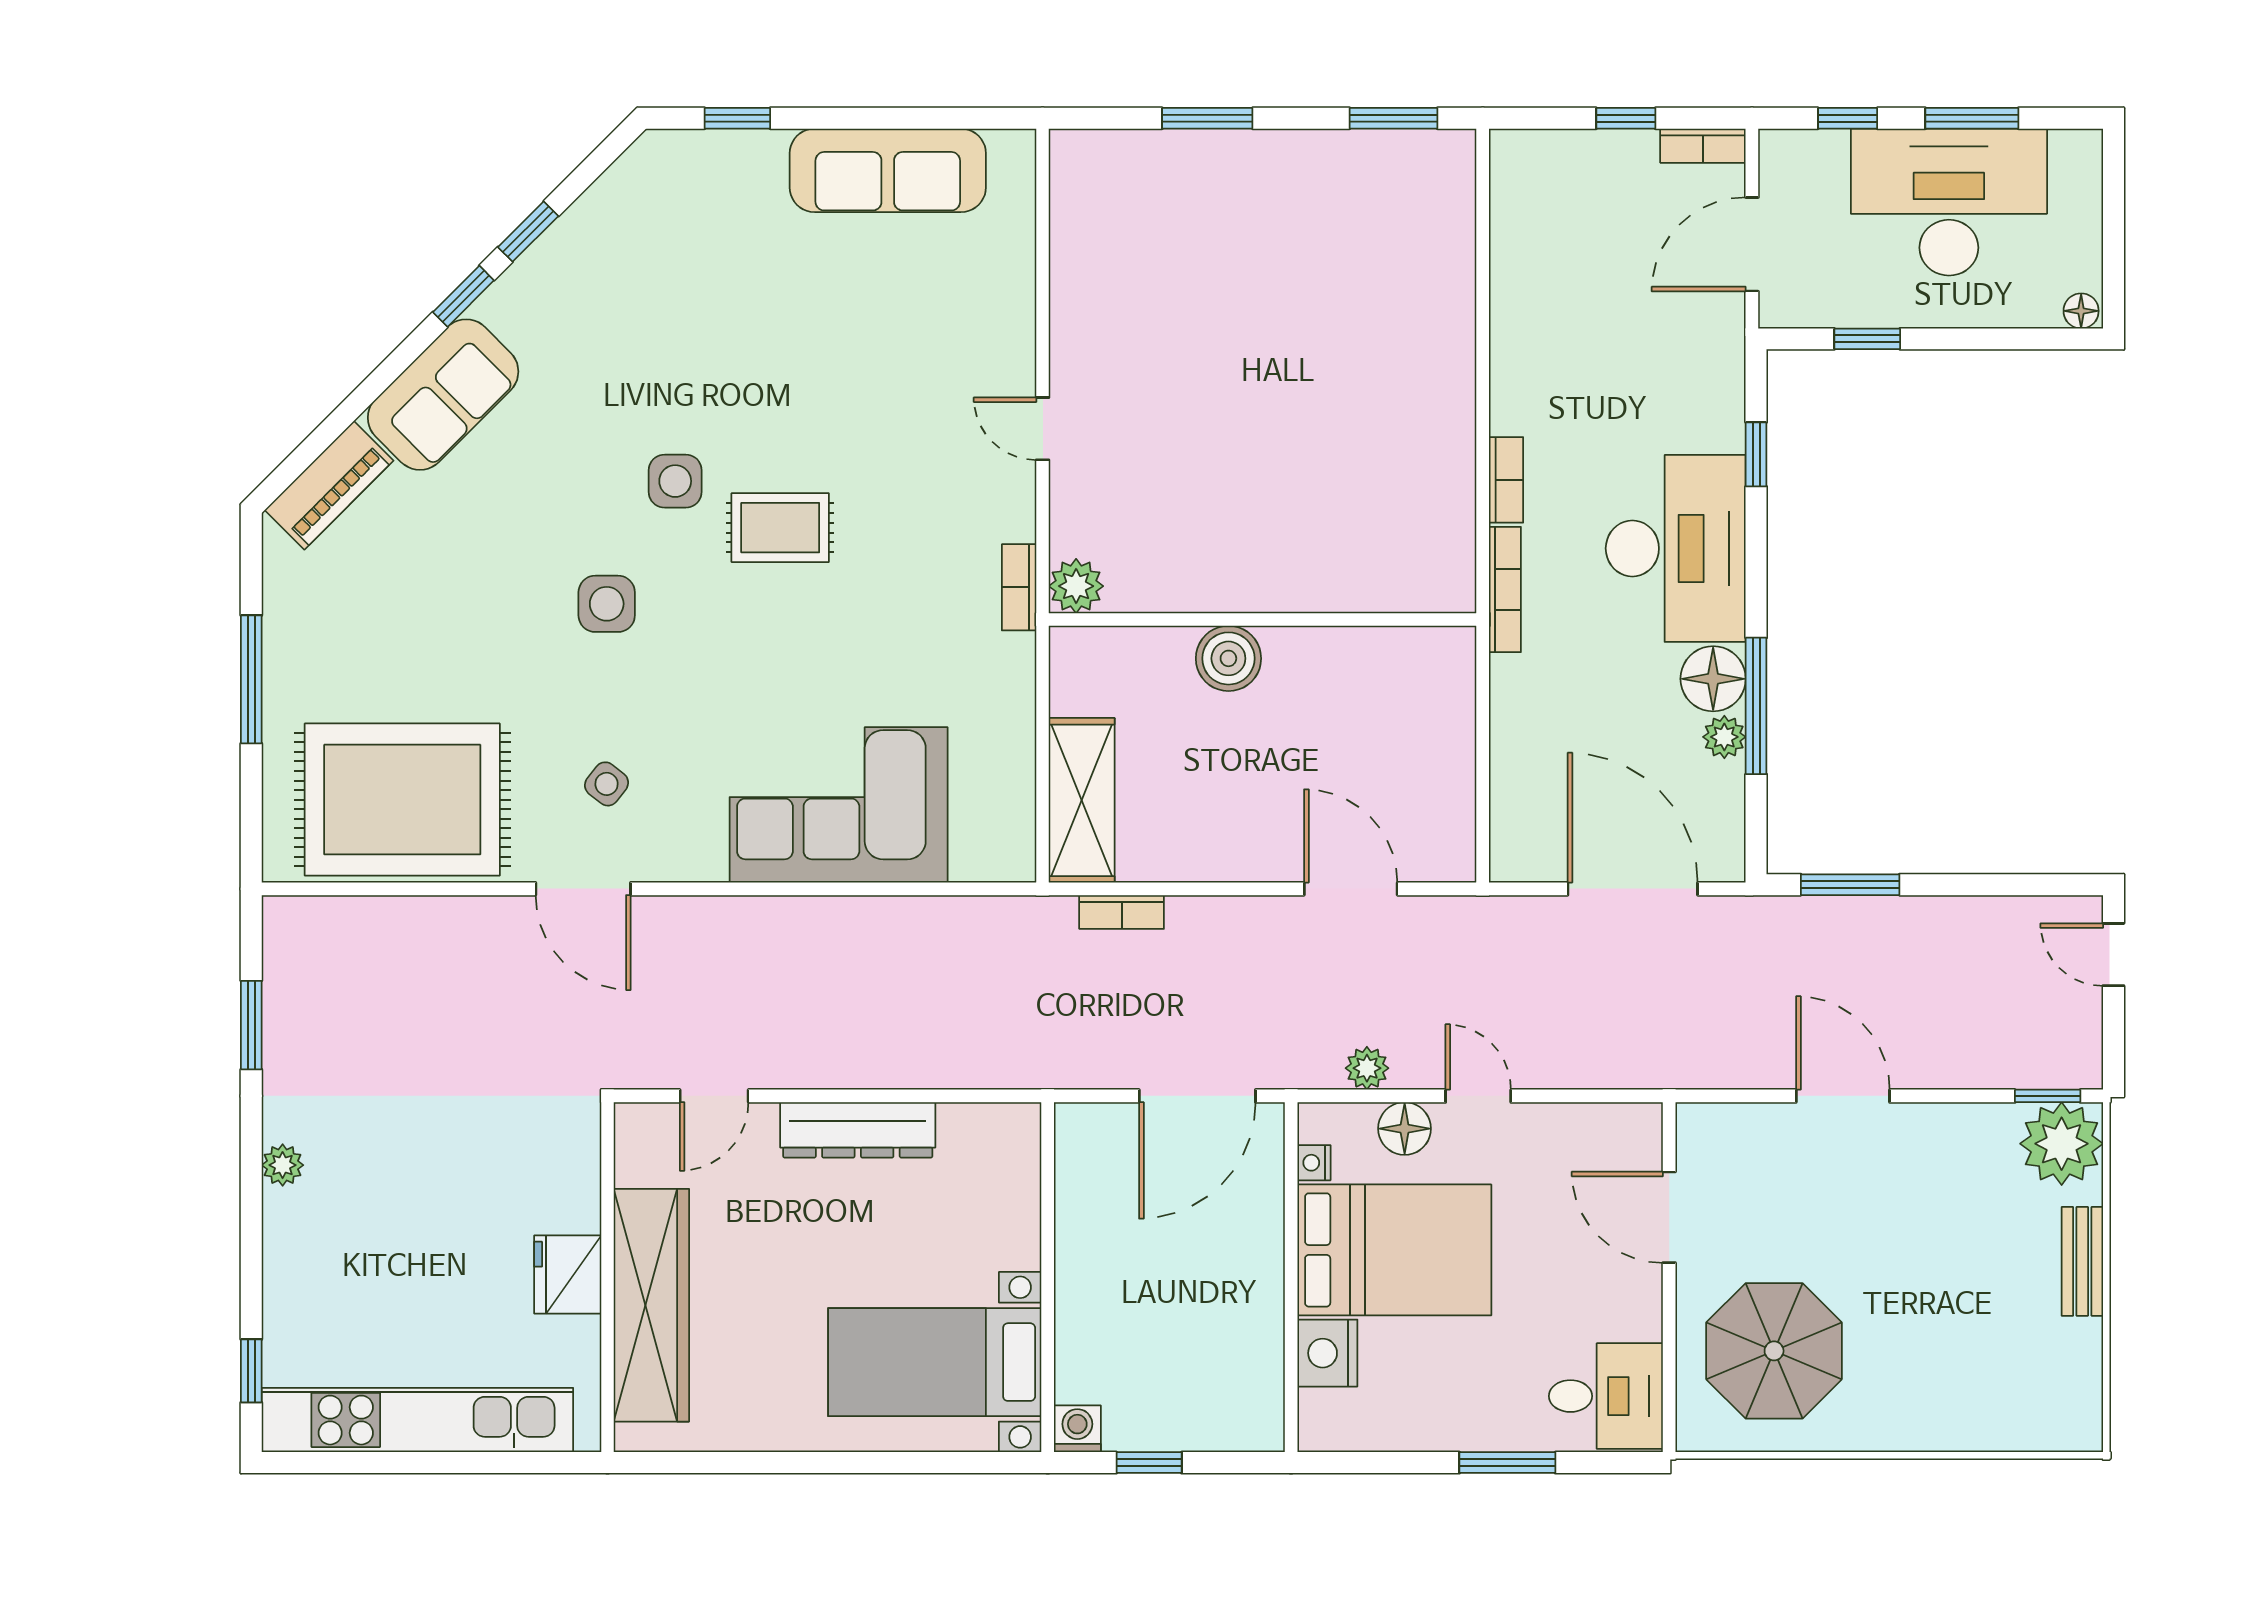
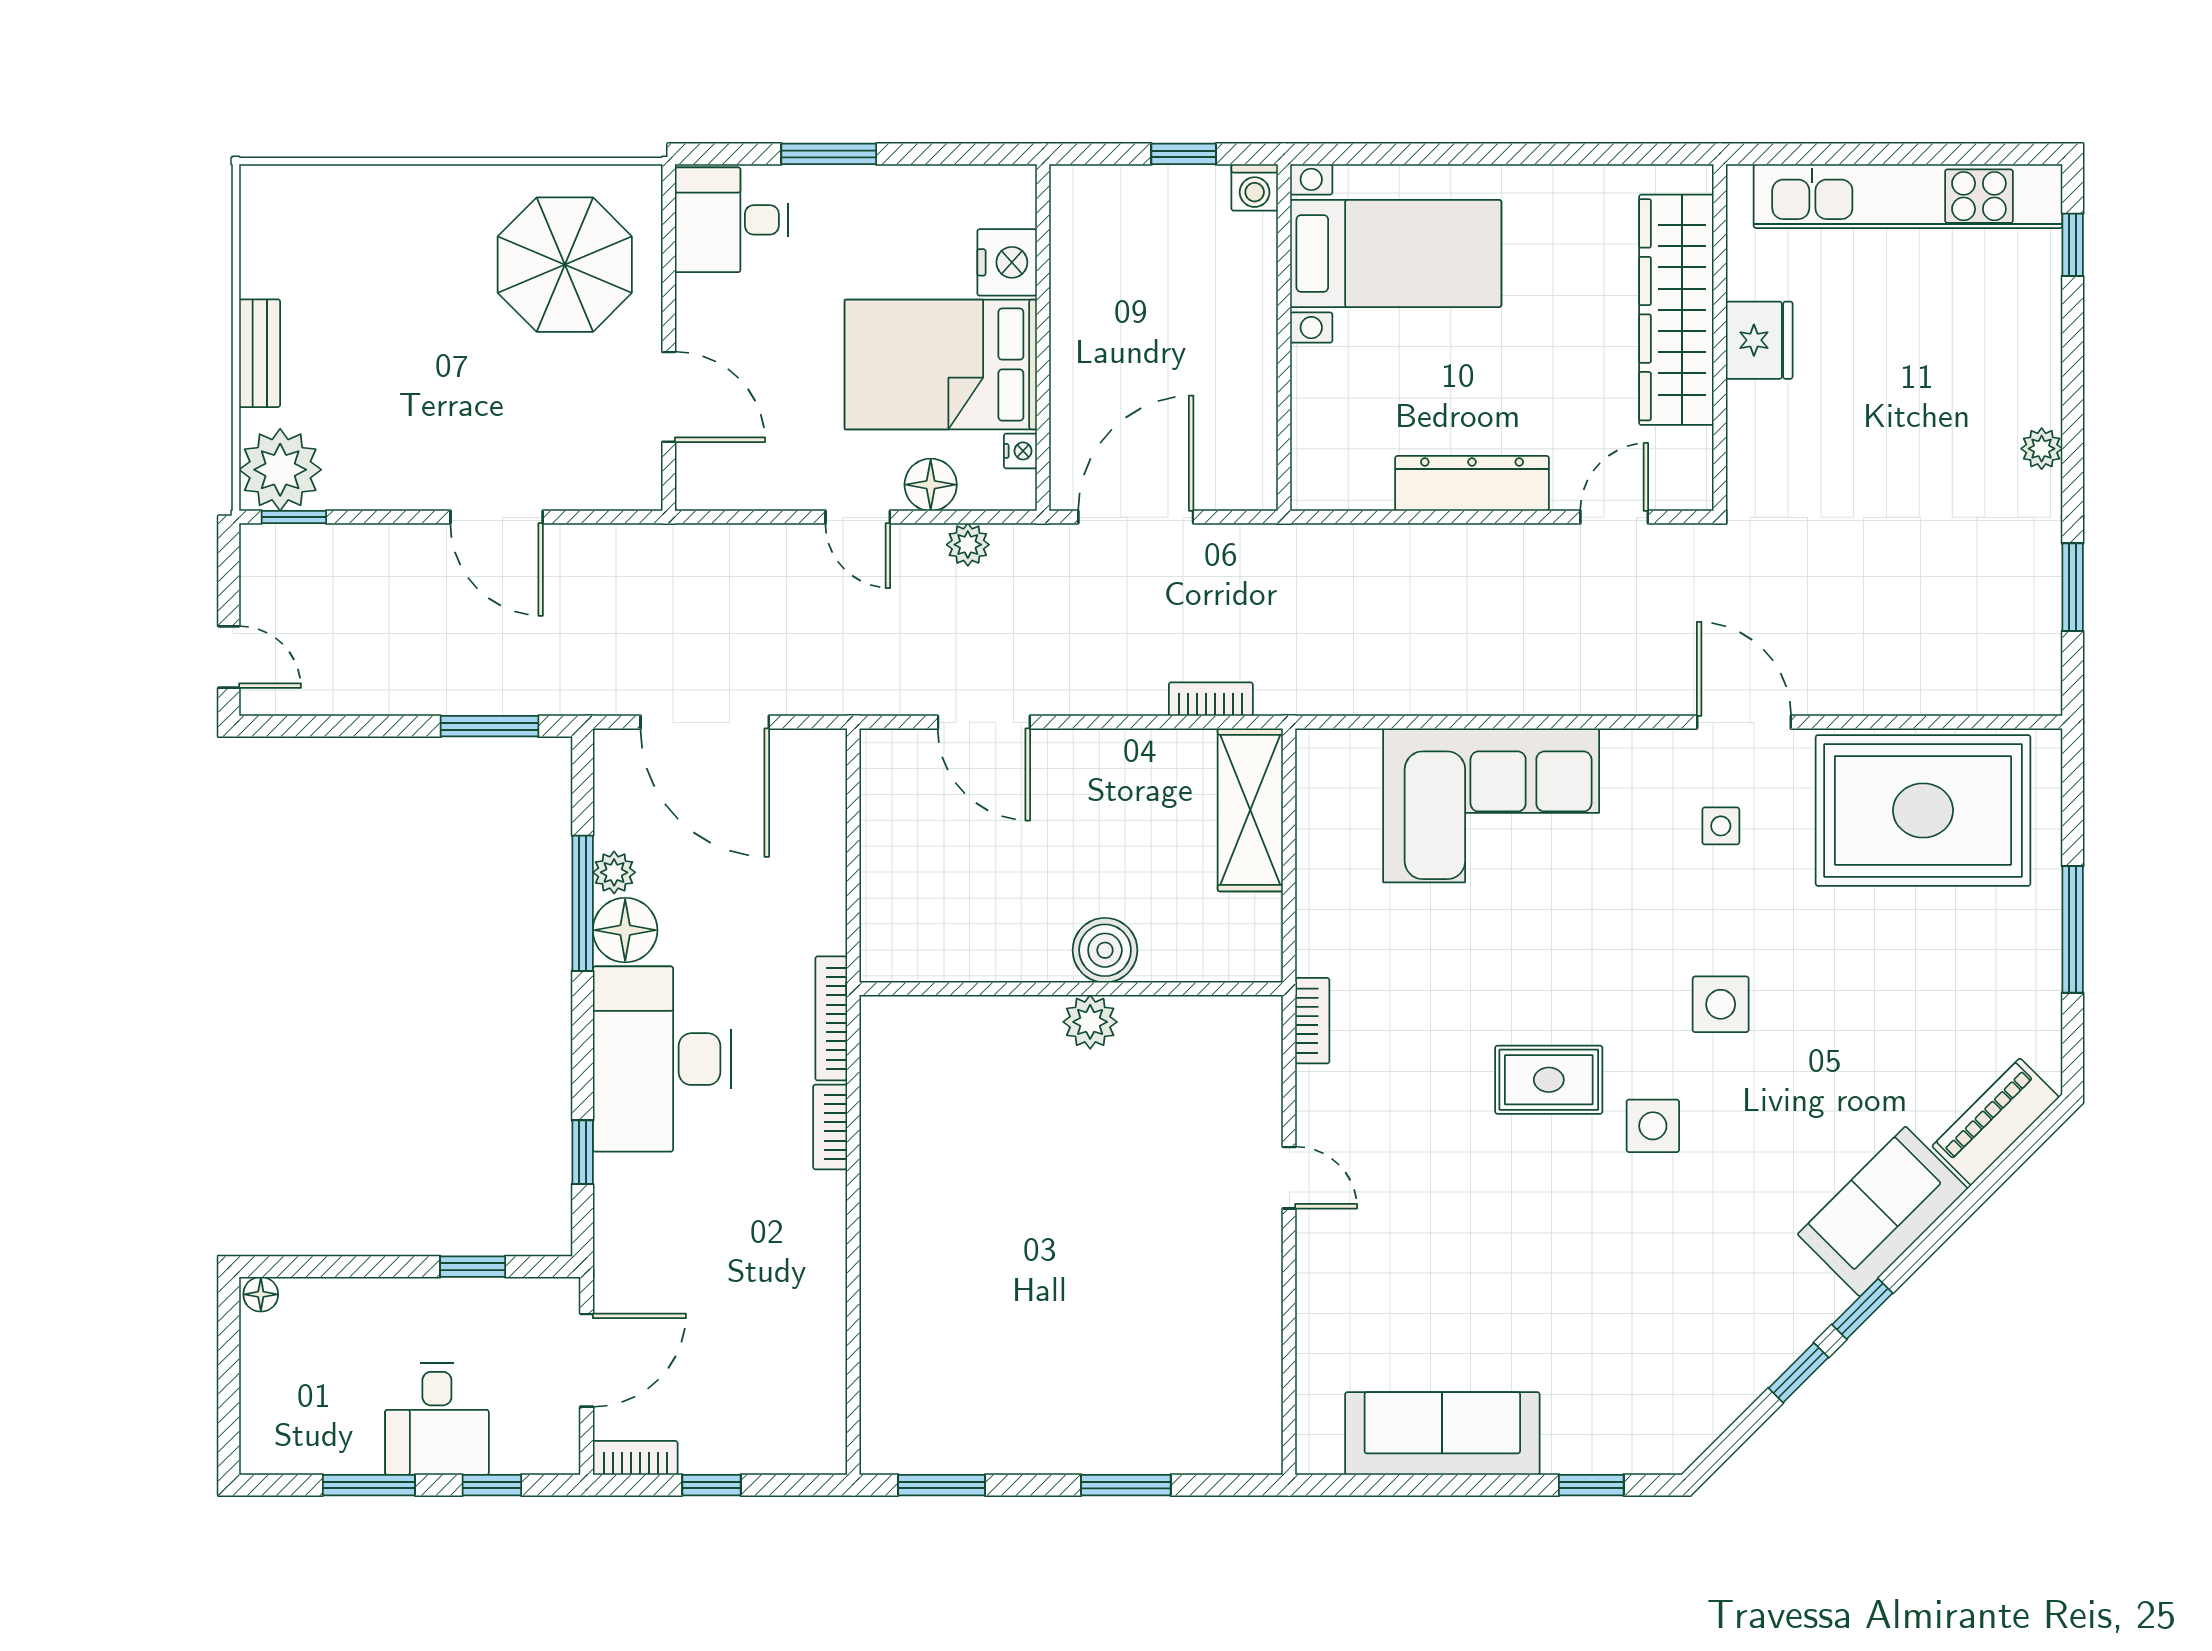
desk: (1949, 202) -> (437, 1419), width x0.53, depth x0.77
plant: (1076, 586) -> (1090, 1022), moved
side table: (607, 784) -> (1721, 826), turned -38

